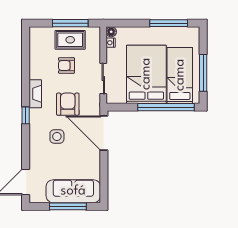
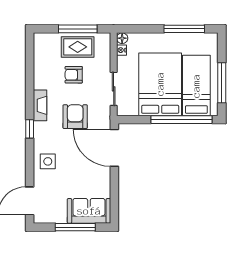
side table: (57, 137) -> (48, 161), moved
sofa: (73, 191) -> (89, 211), width x0.73

